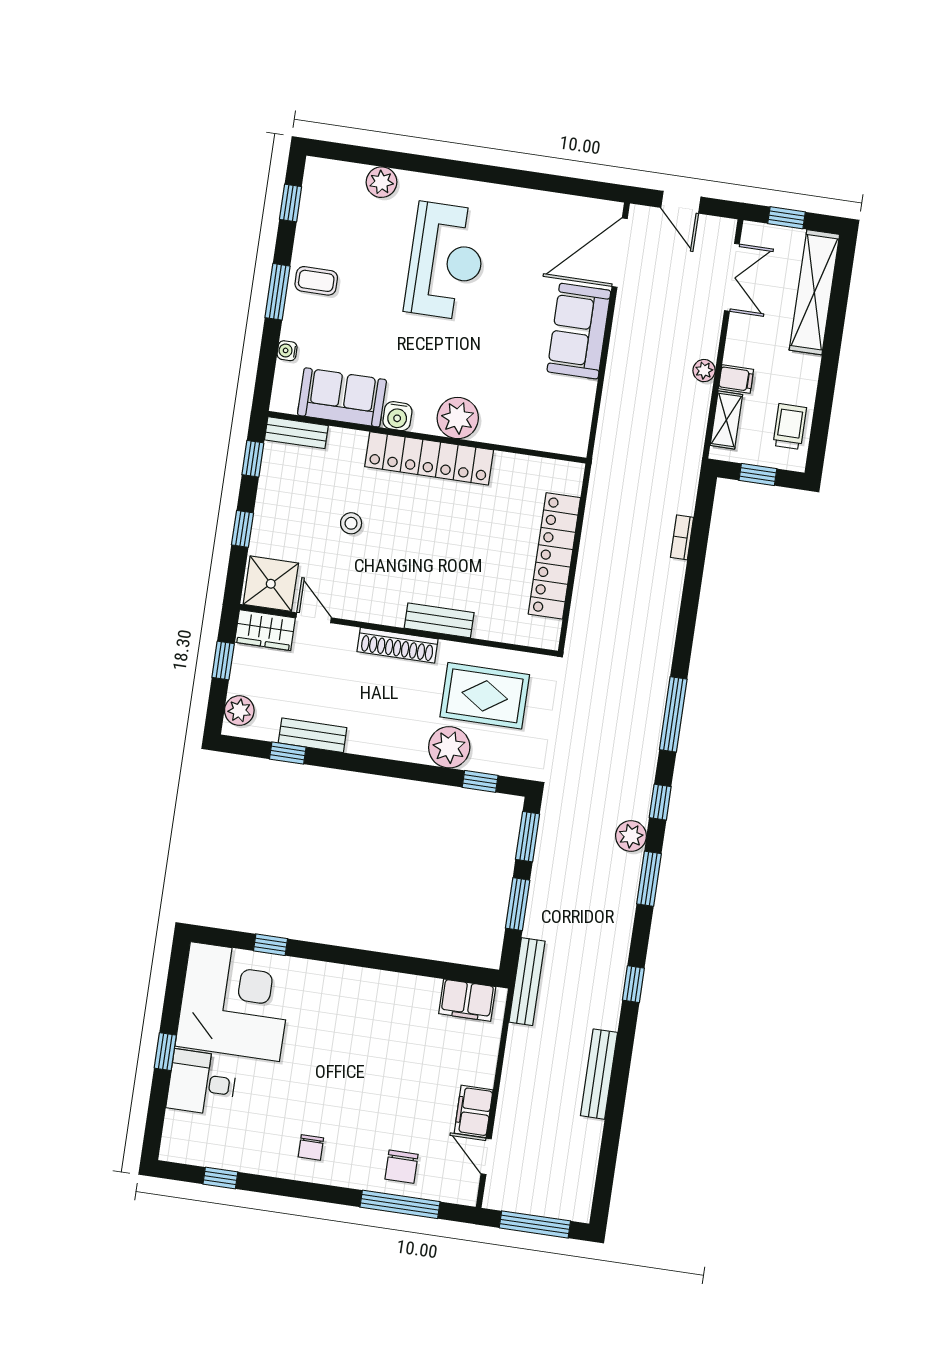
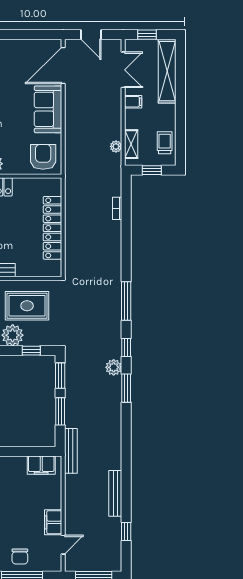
plant: (704, 371) -> (116, 146), moved
filing cabinet: (736, 379) -> (133, 102), moved
armchair: (557, 419) -> (43, 157), added
window: (633, 984) -> (126, 531), moved
door: (486, 1156) -> (63, 545), swing flipped

